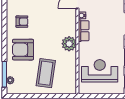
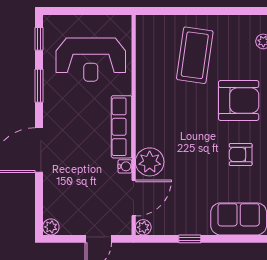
row of seats: (84, 31) -> (122, 127), width x1.48
plant: (69, 44) -> (150, 162), moved

